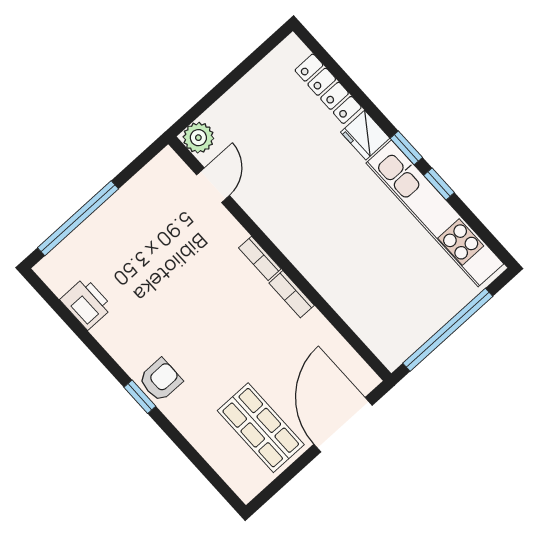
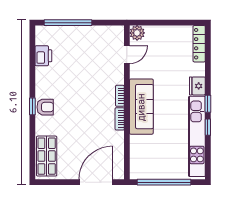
locker: (328, 89) -> (199, 44), moved
sofa: (308, 245) -> (141, 107), added
shop shelf: (261, 428) -> (47, 156), moved

